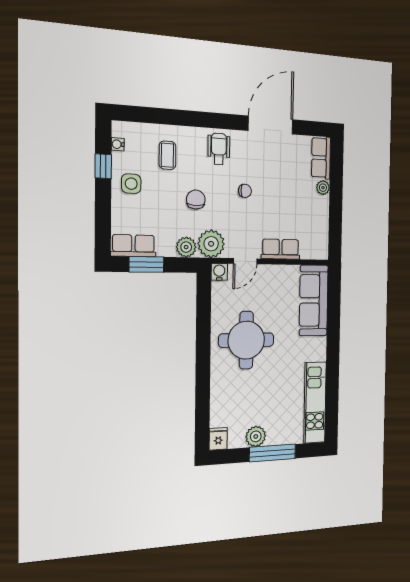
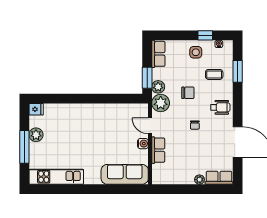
window: (163, 116) -> (238, 71), added
window: (146, 264) -> (147, 78), moved
water cooler: (219, 272) -> (143, 144), moved
round table: (246, 340) -> (99, 127), removed

